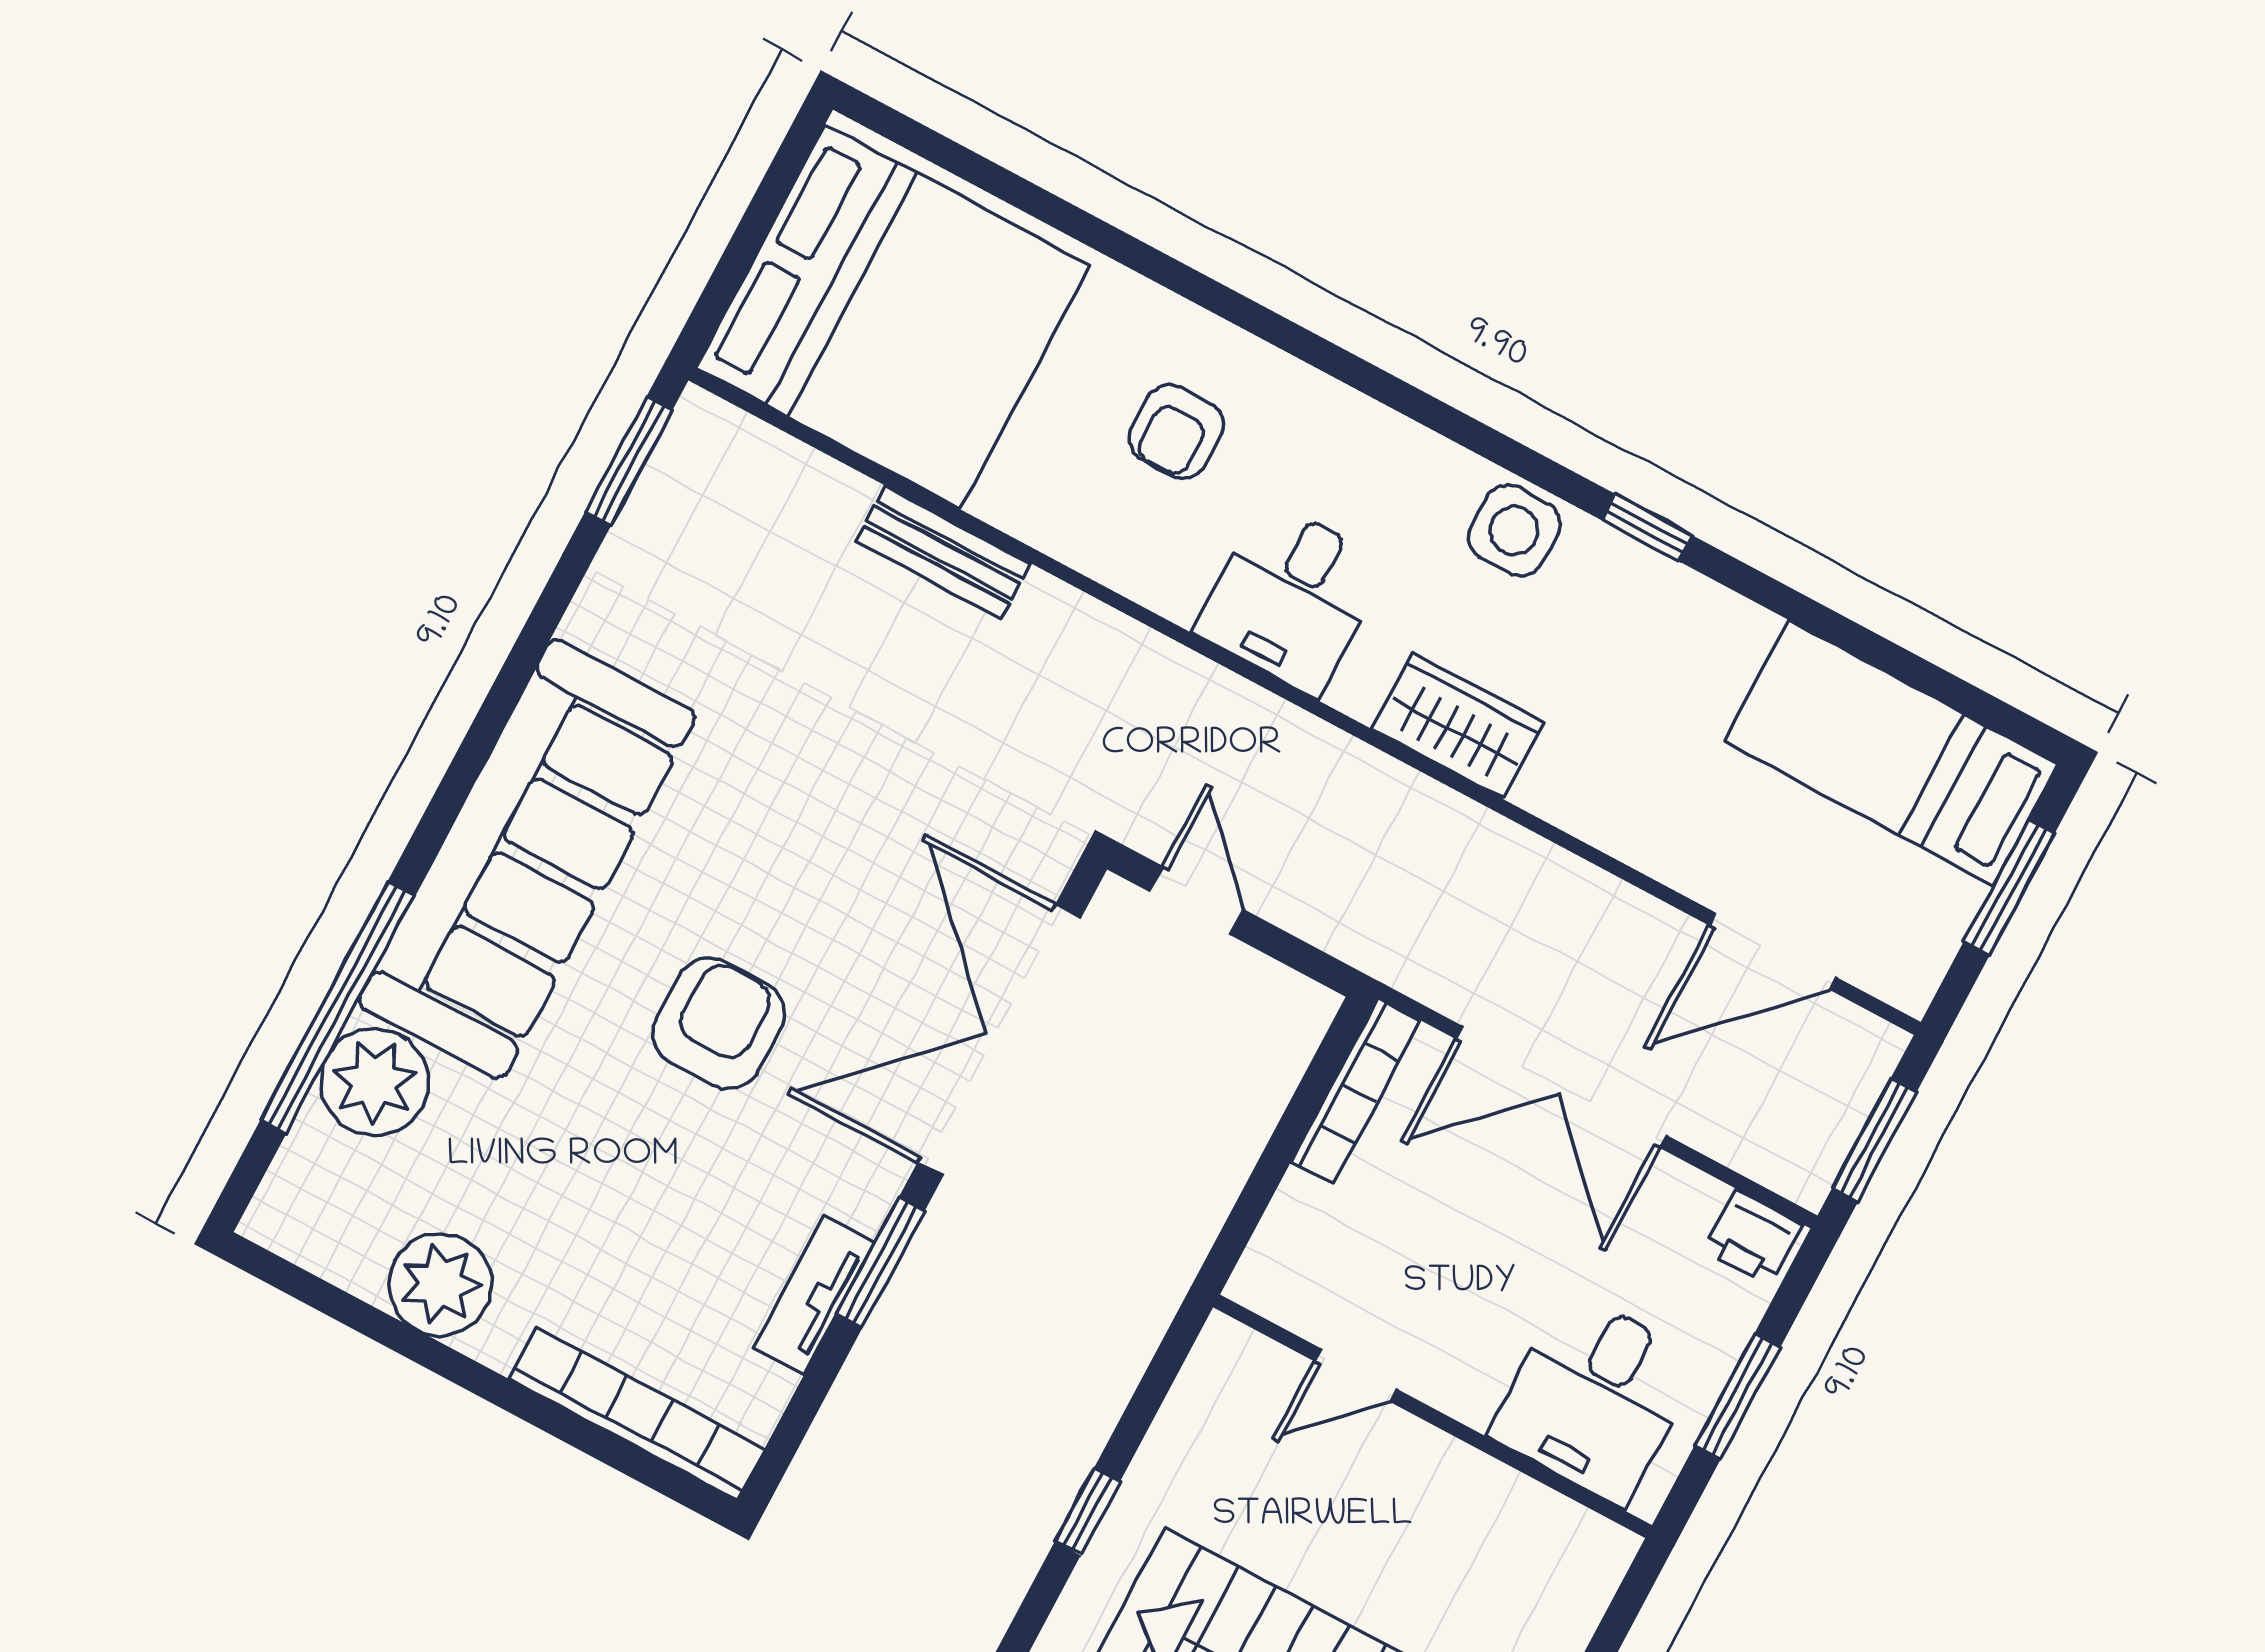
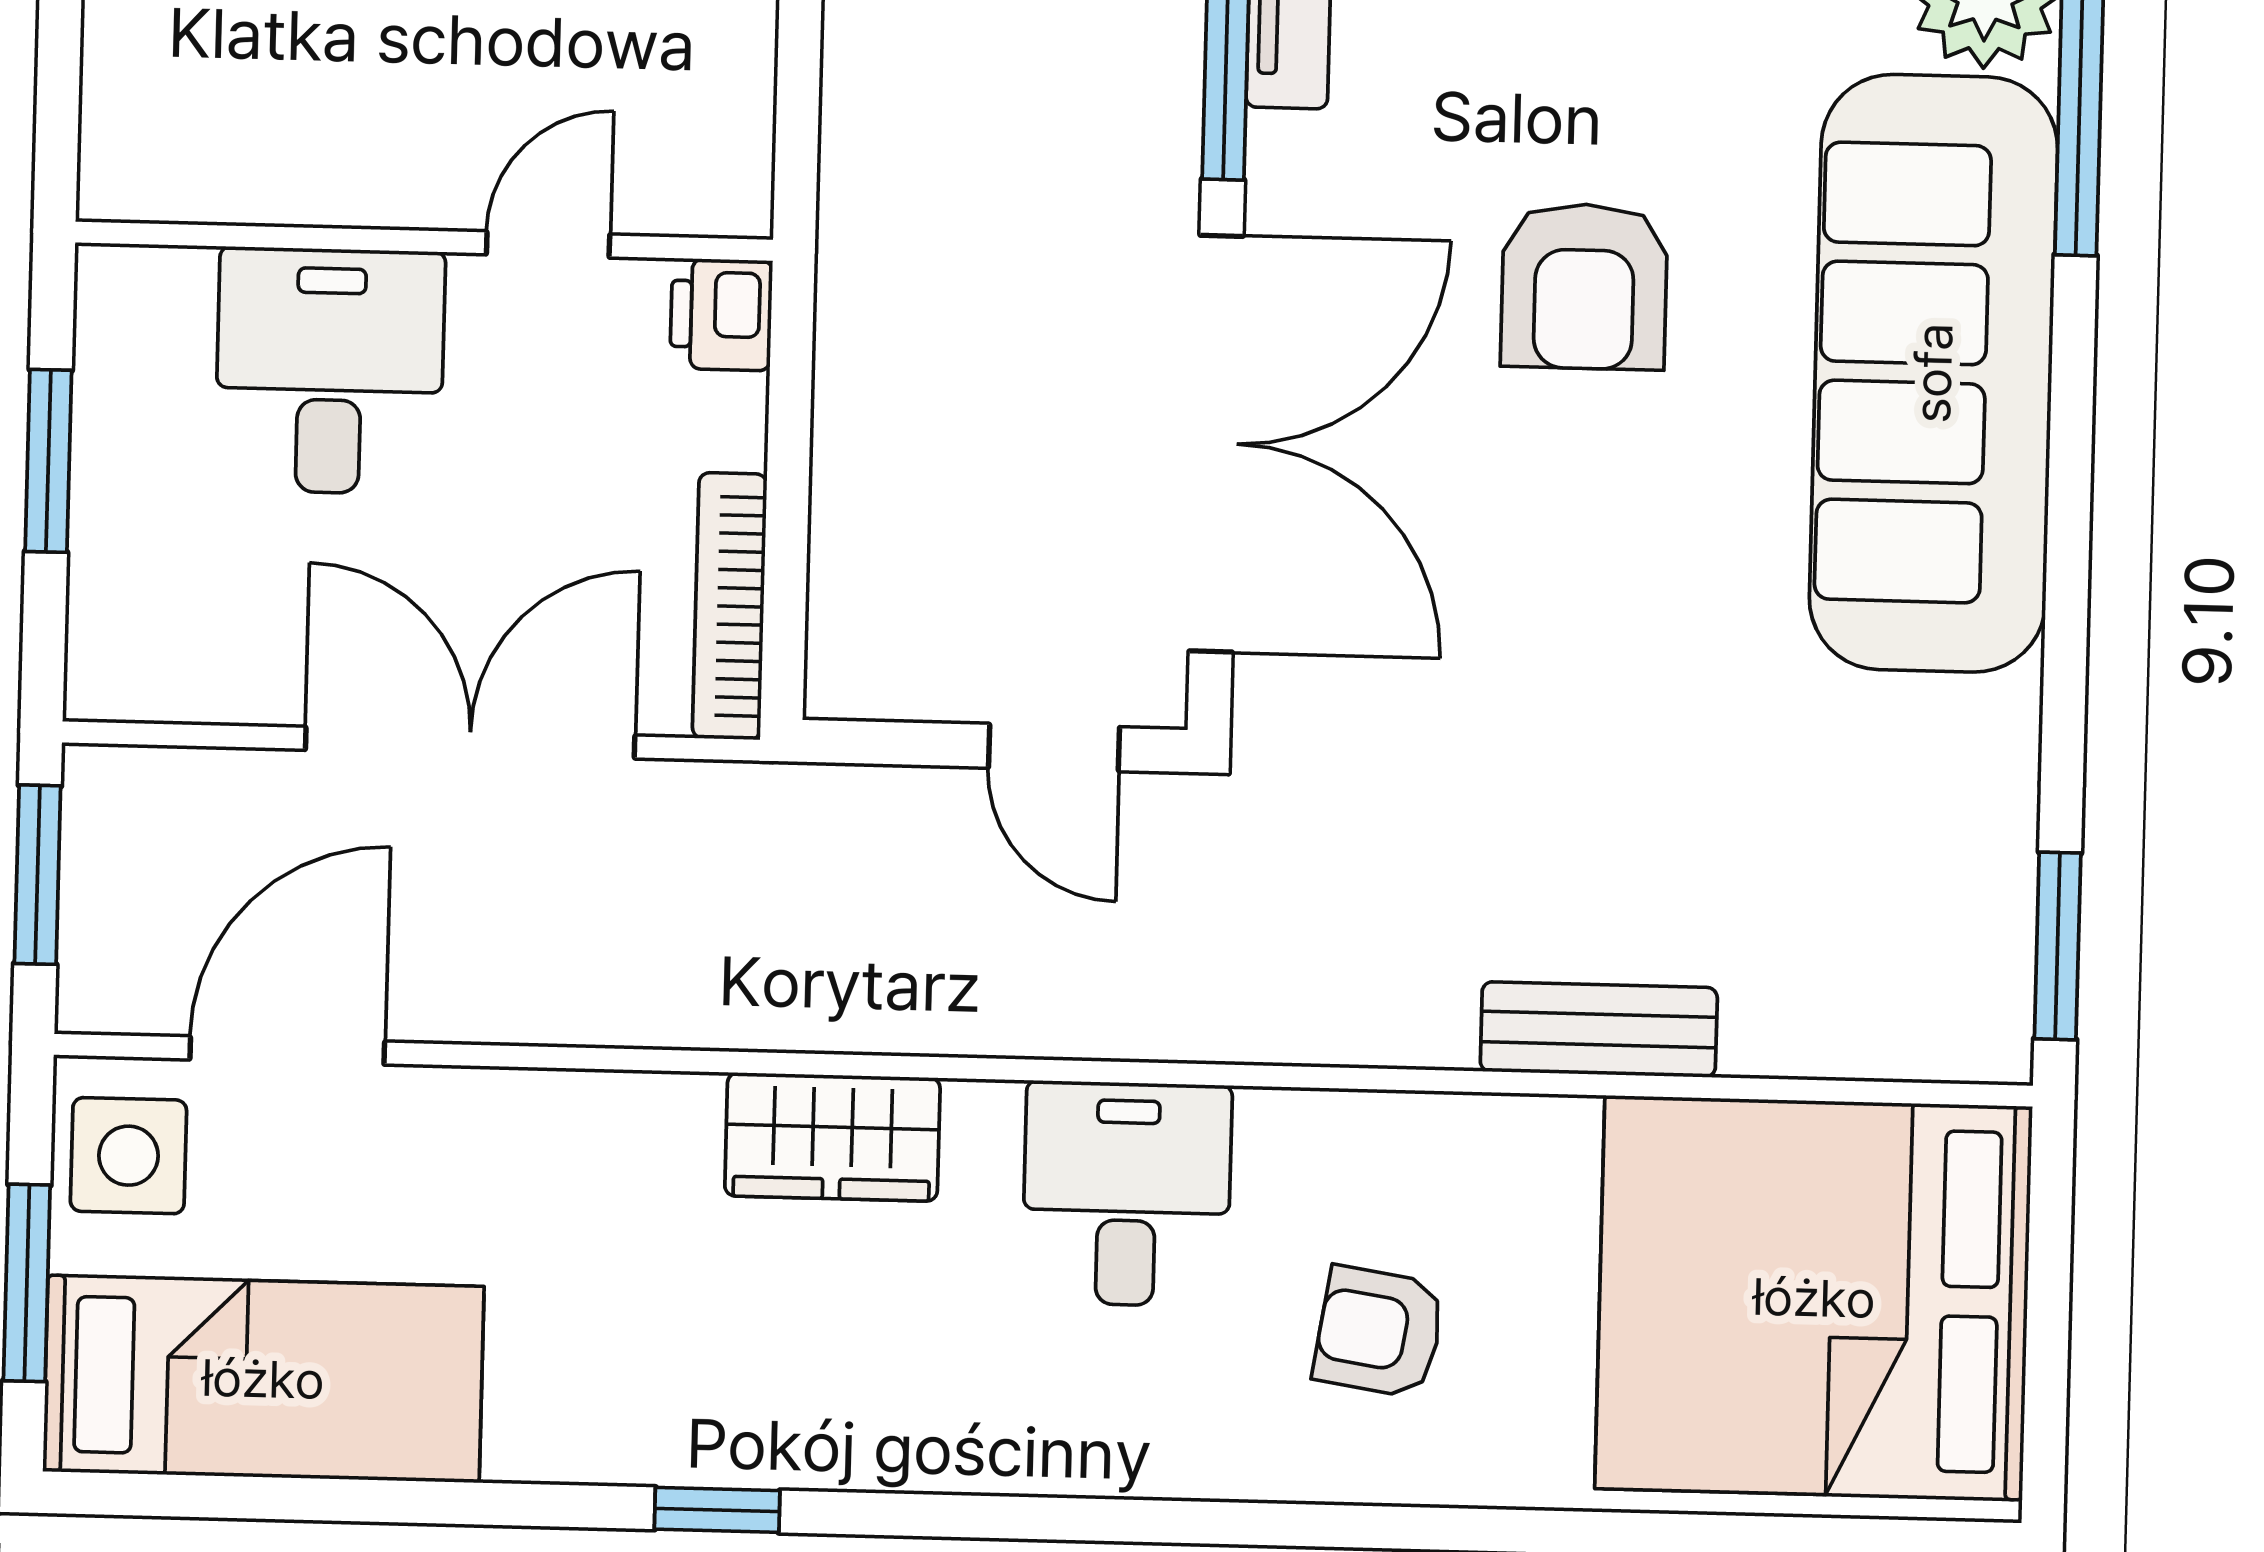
armchair: (1176, 432) -> (1379, 1332), turned -81
side table: (1514, 530) -> (128, 1156), moved
printer: (1753, 1237) -> (721, 314), moved, turned -90
desk: (1595, 1398) -> (330, 371), moved

